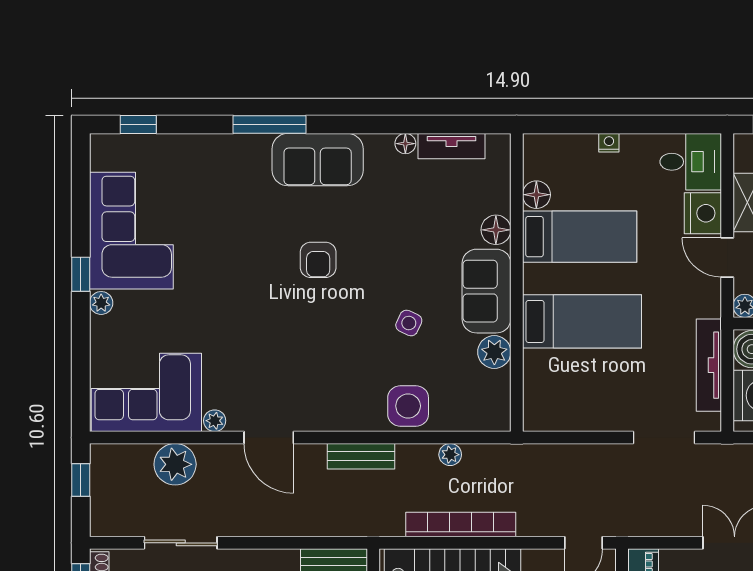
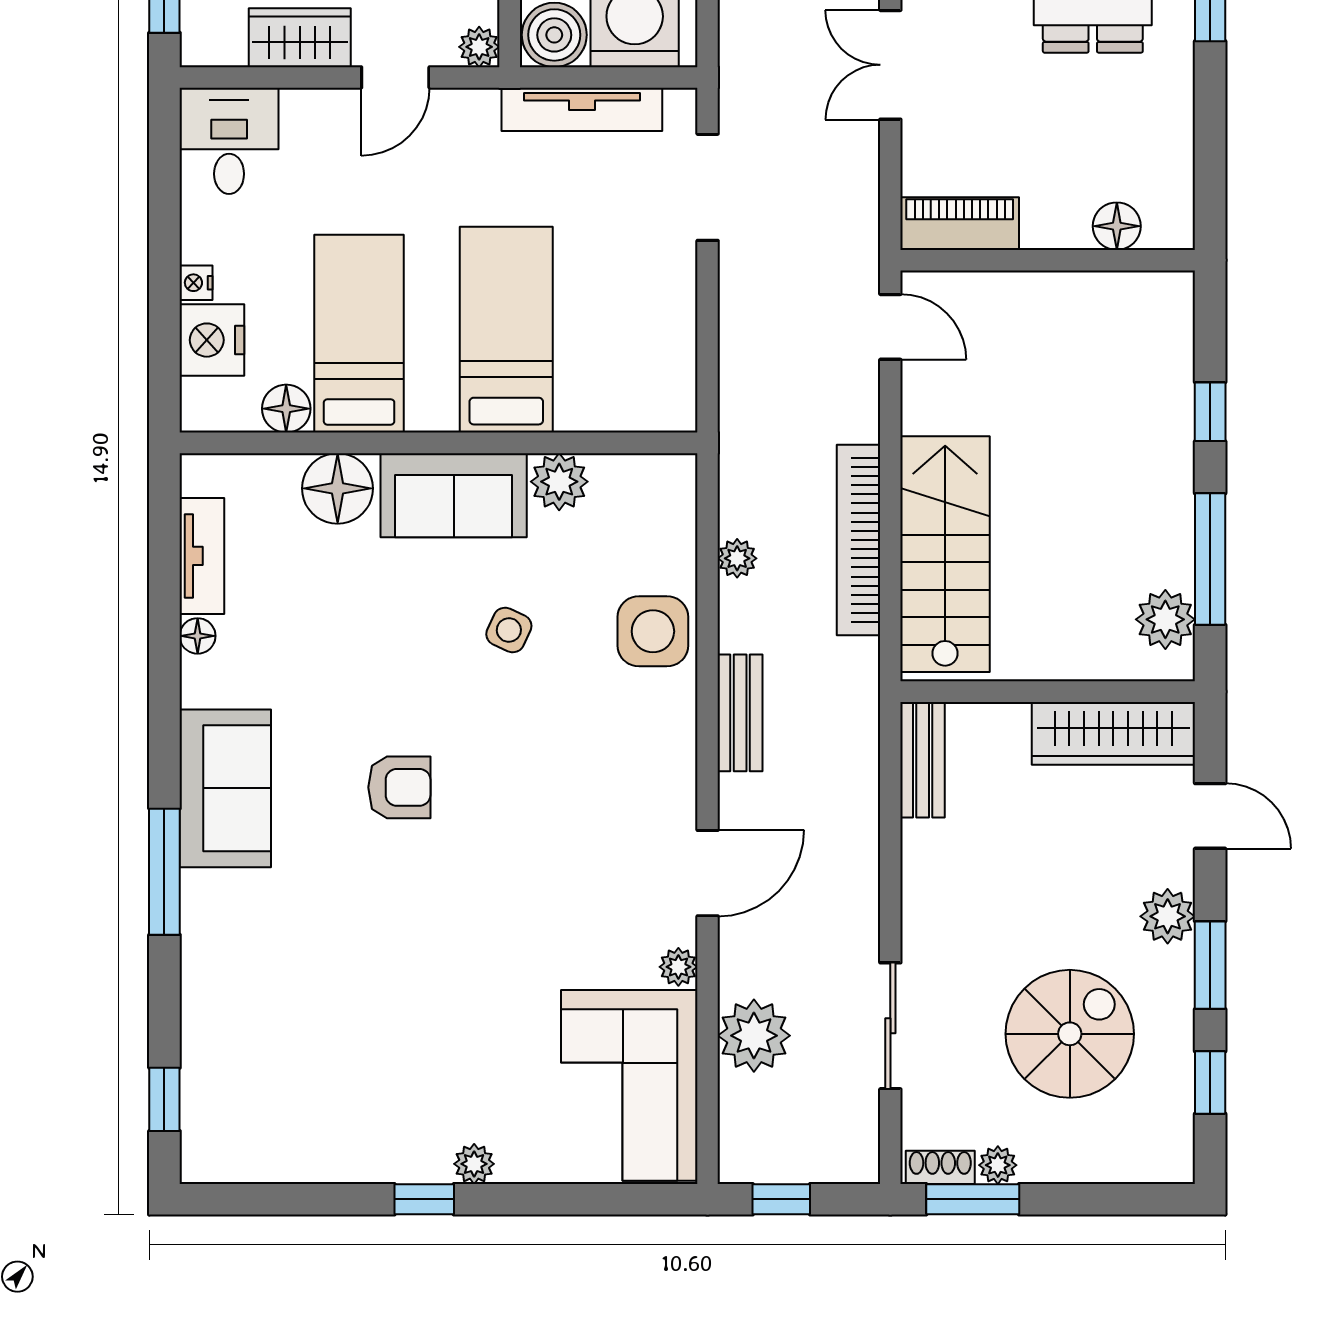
nightstand: (703, 213) -> (212, 340), moved, turned -90
floor lamp: (496, 230) -> (338, 488), width x1.38, depth x1.38
corner sofa: (131, 231) -> (348, 1112), removed

